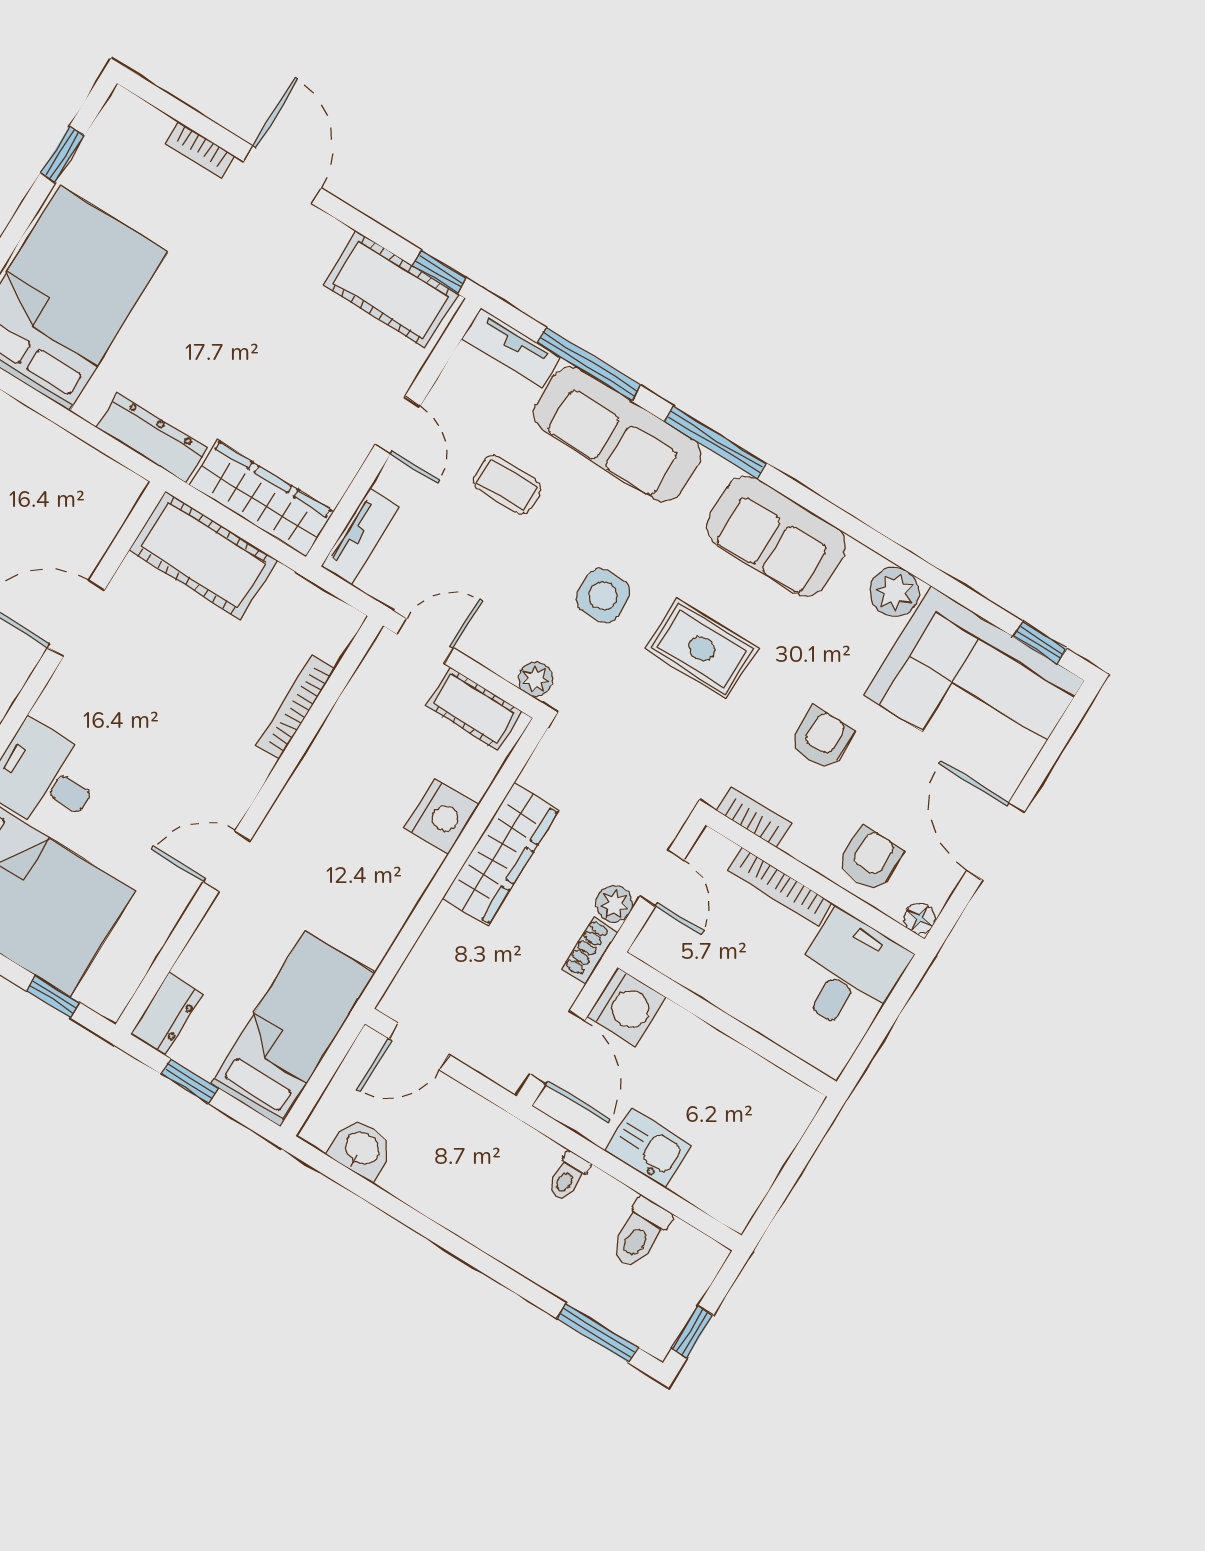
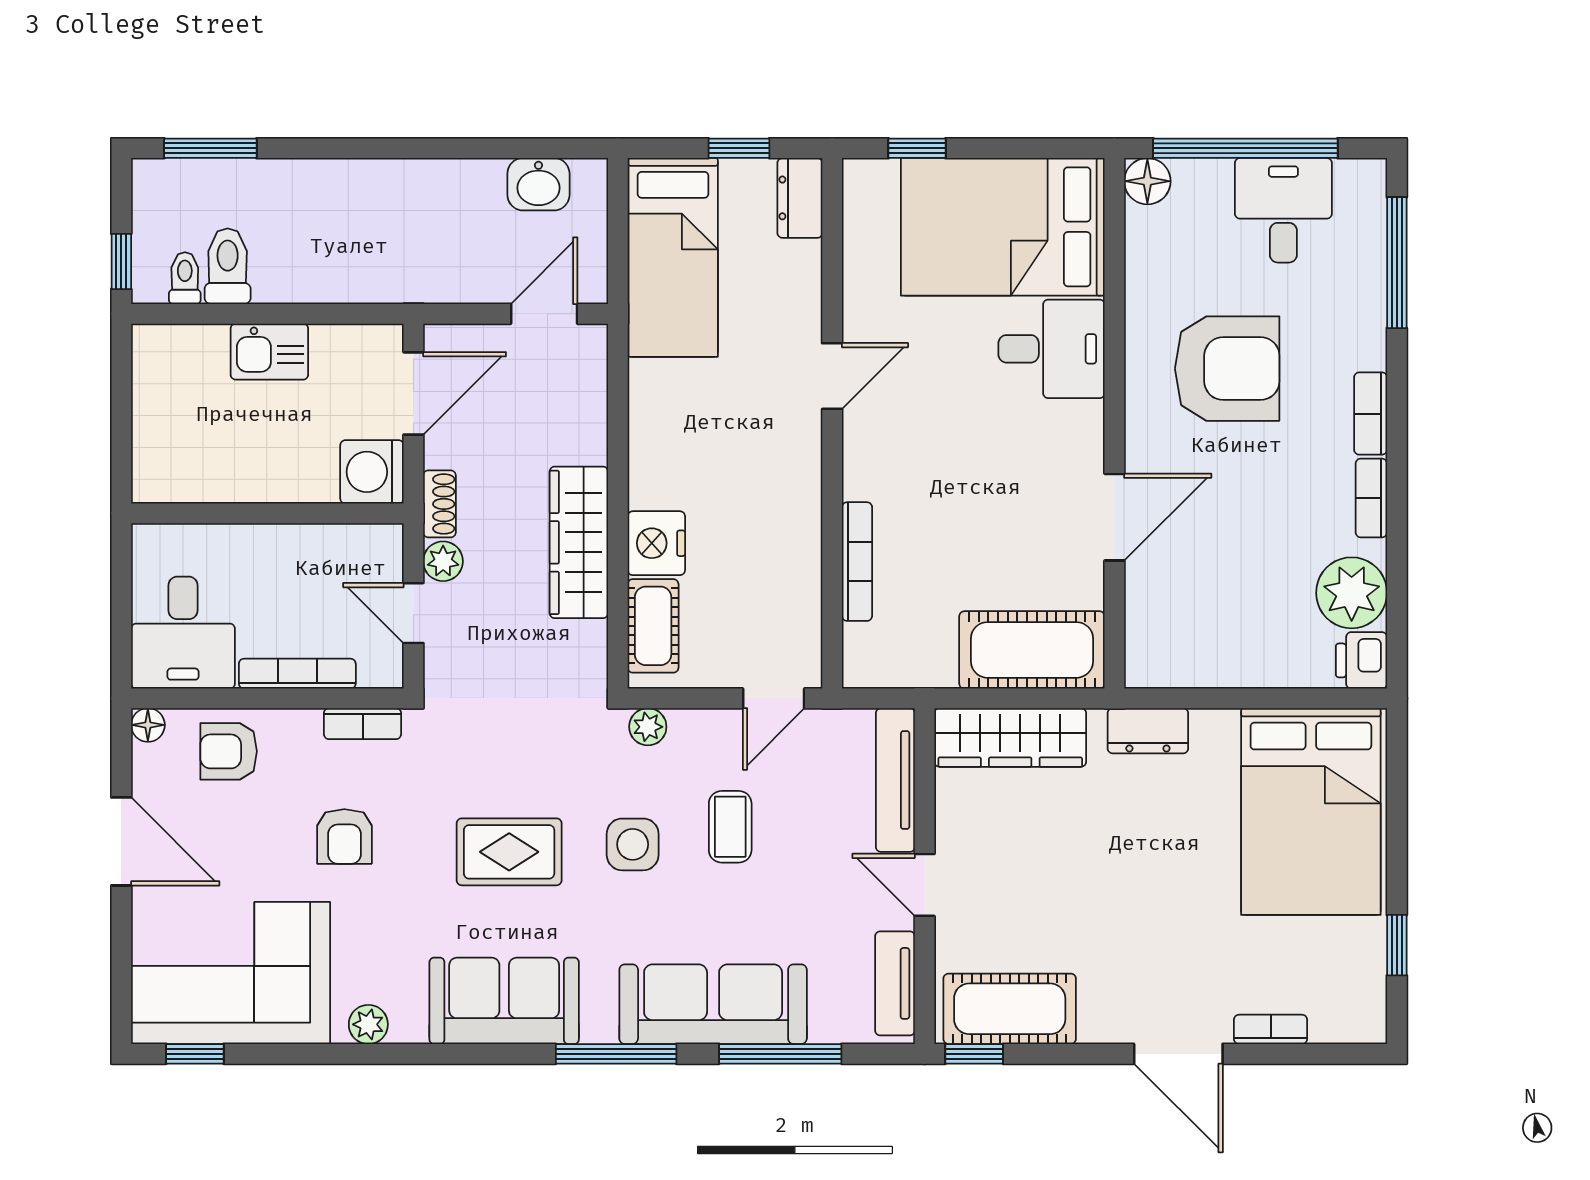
tv unit: (511, 348) -> (895, 983), moved, turned -90
dresser: (152, 438) -> (1148, 731), width x0.70
coffee table: (507, 485) -> (730, 827), moved, turned 90
tv unit: (360, 536) -> (895, 780), width x1.41
plant: (894, 592) -> (368, 1024), width x0.73, depth x0.73
cot: (474, 709) -> (653, 626), moved, turned 90
armchair: (870, 859) -> (229, 751), turned 90
door: (557, 1047) -> (413, 393), swing flipped
toilet: (568, 1176) -> (185, 278), moved
window: (692, 1332) -> (121, 261), moved

